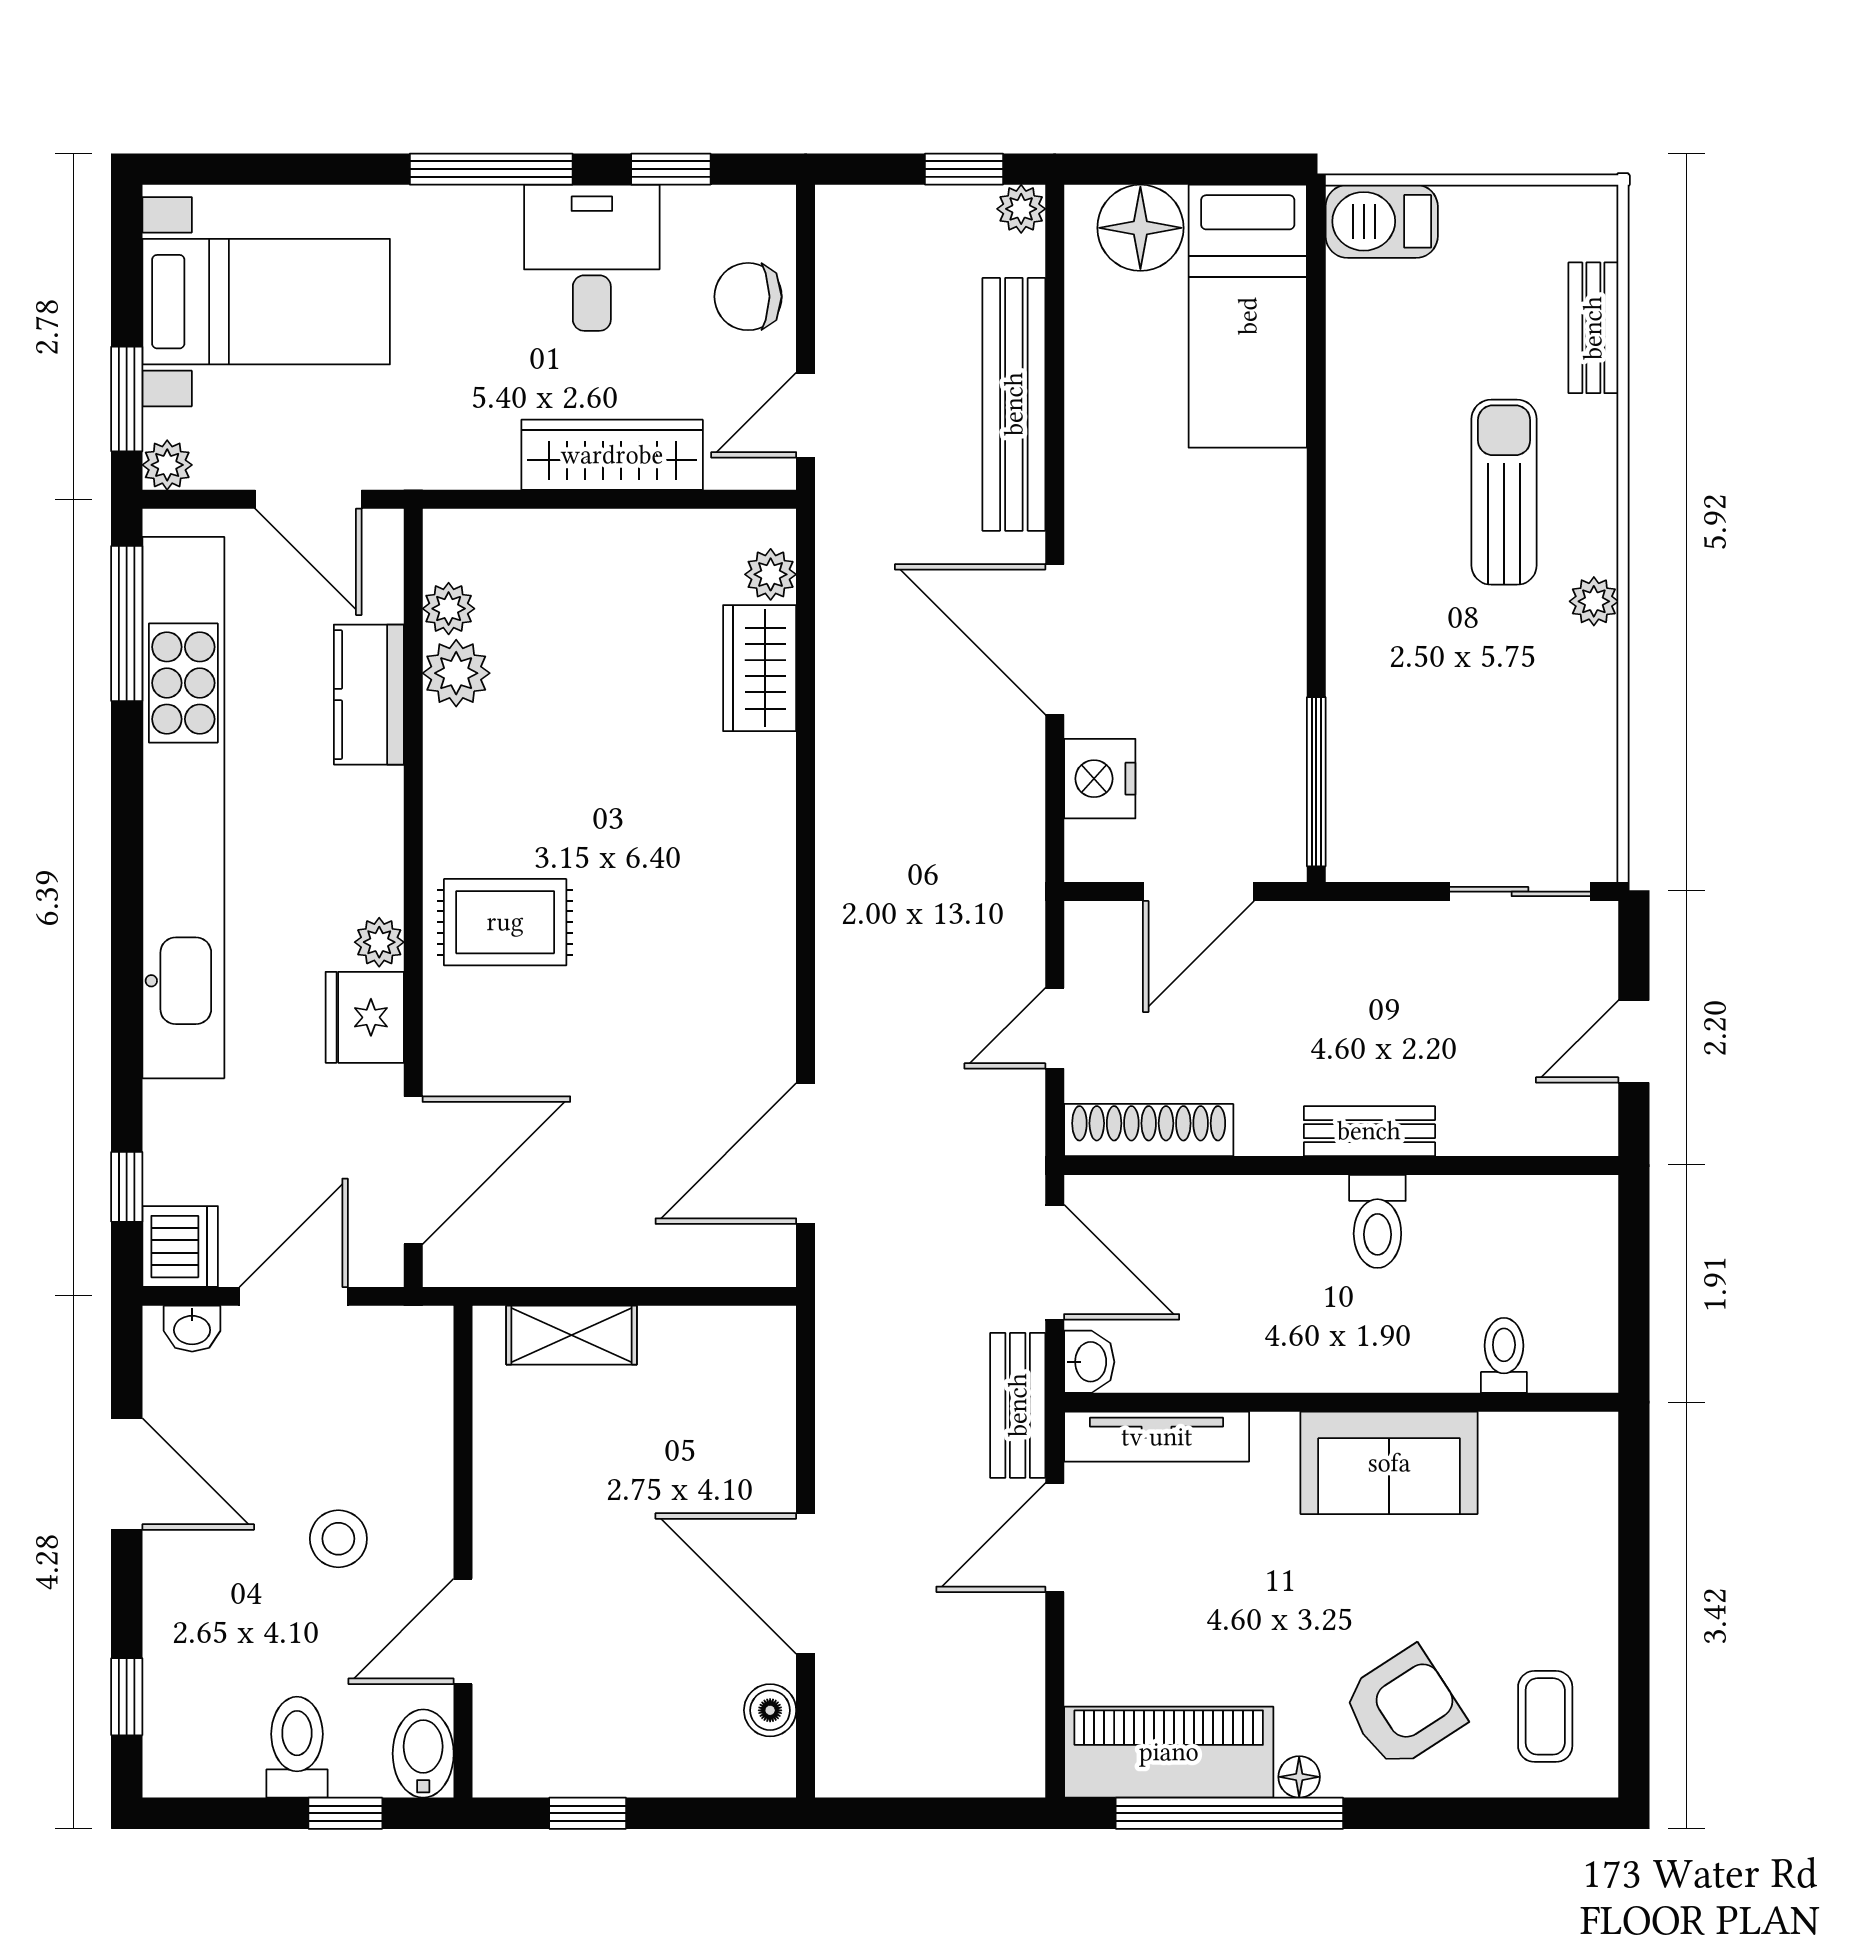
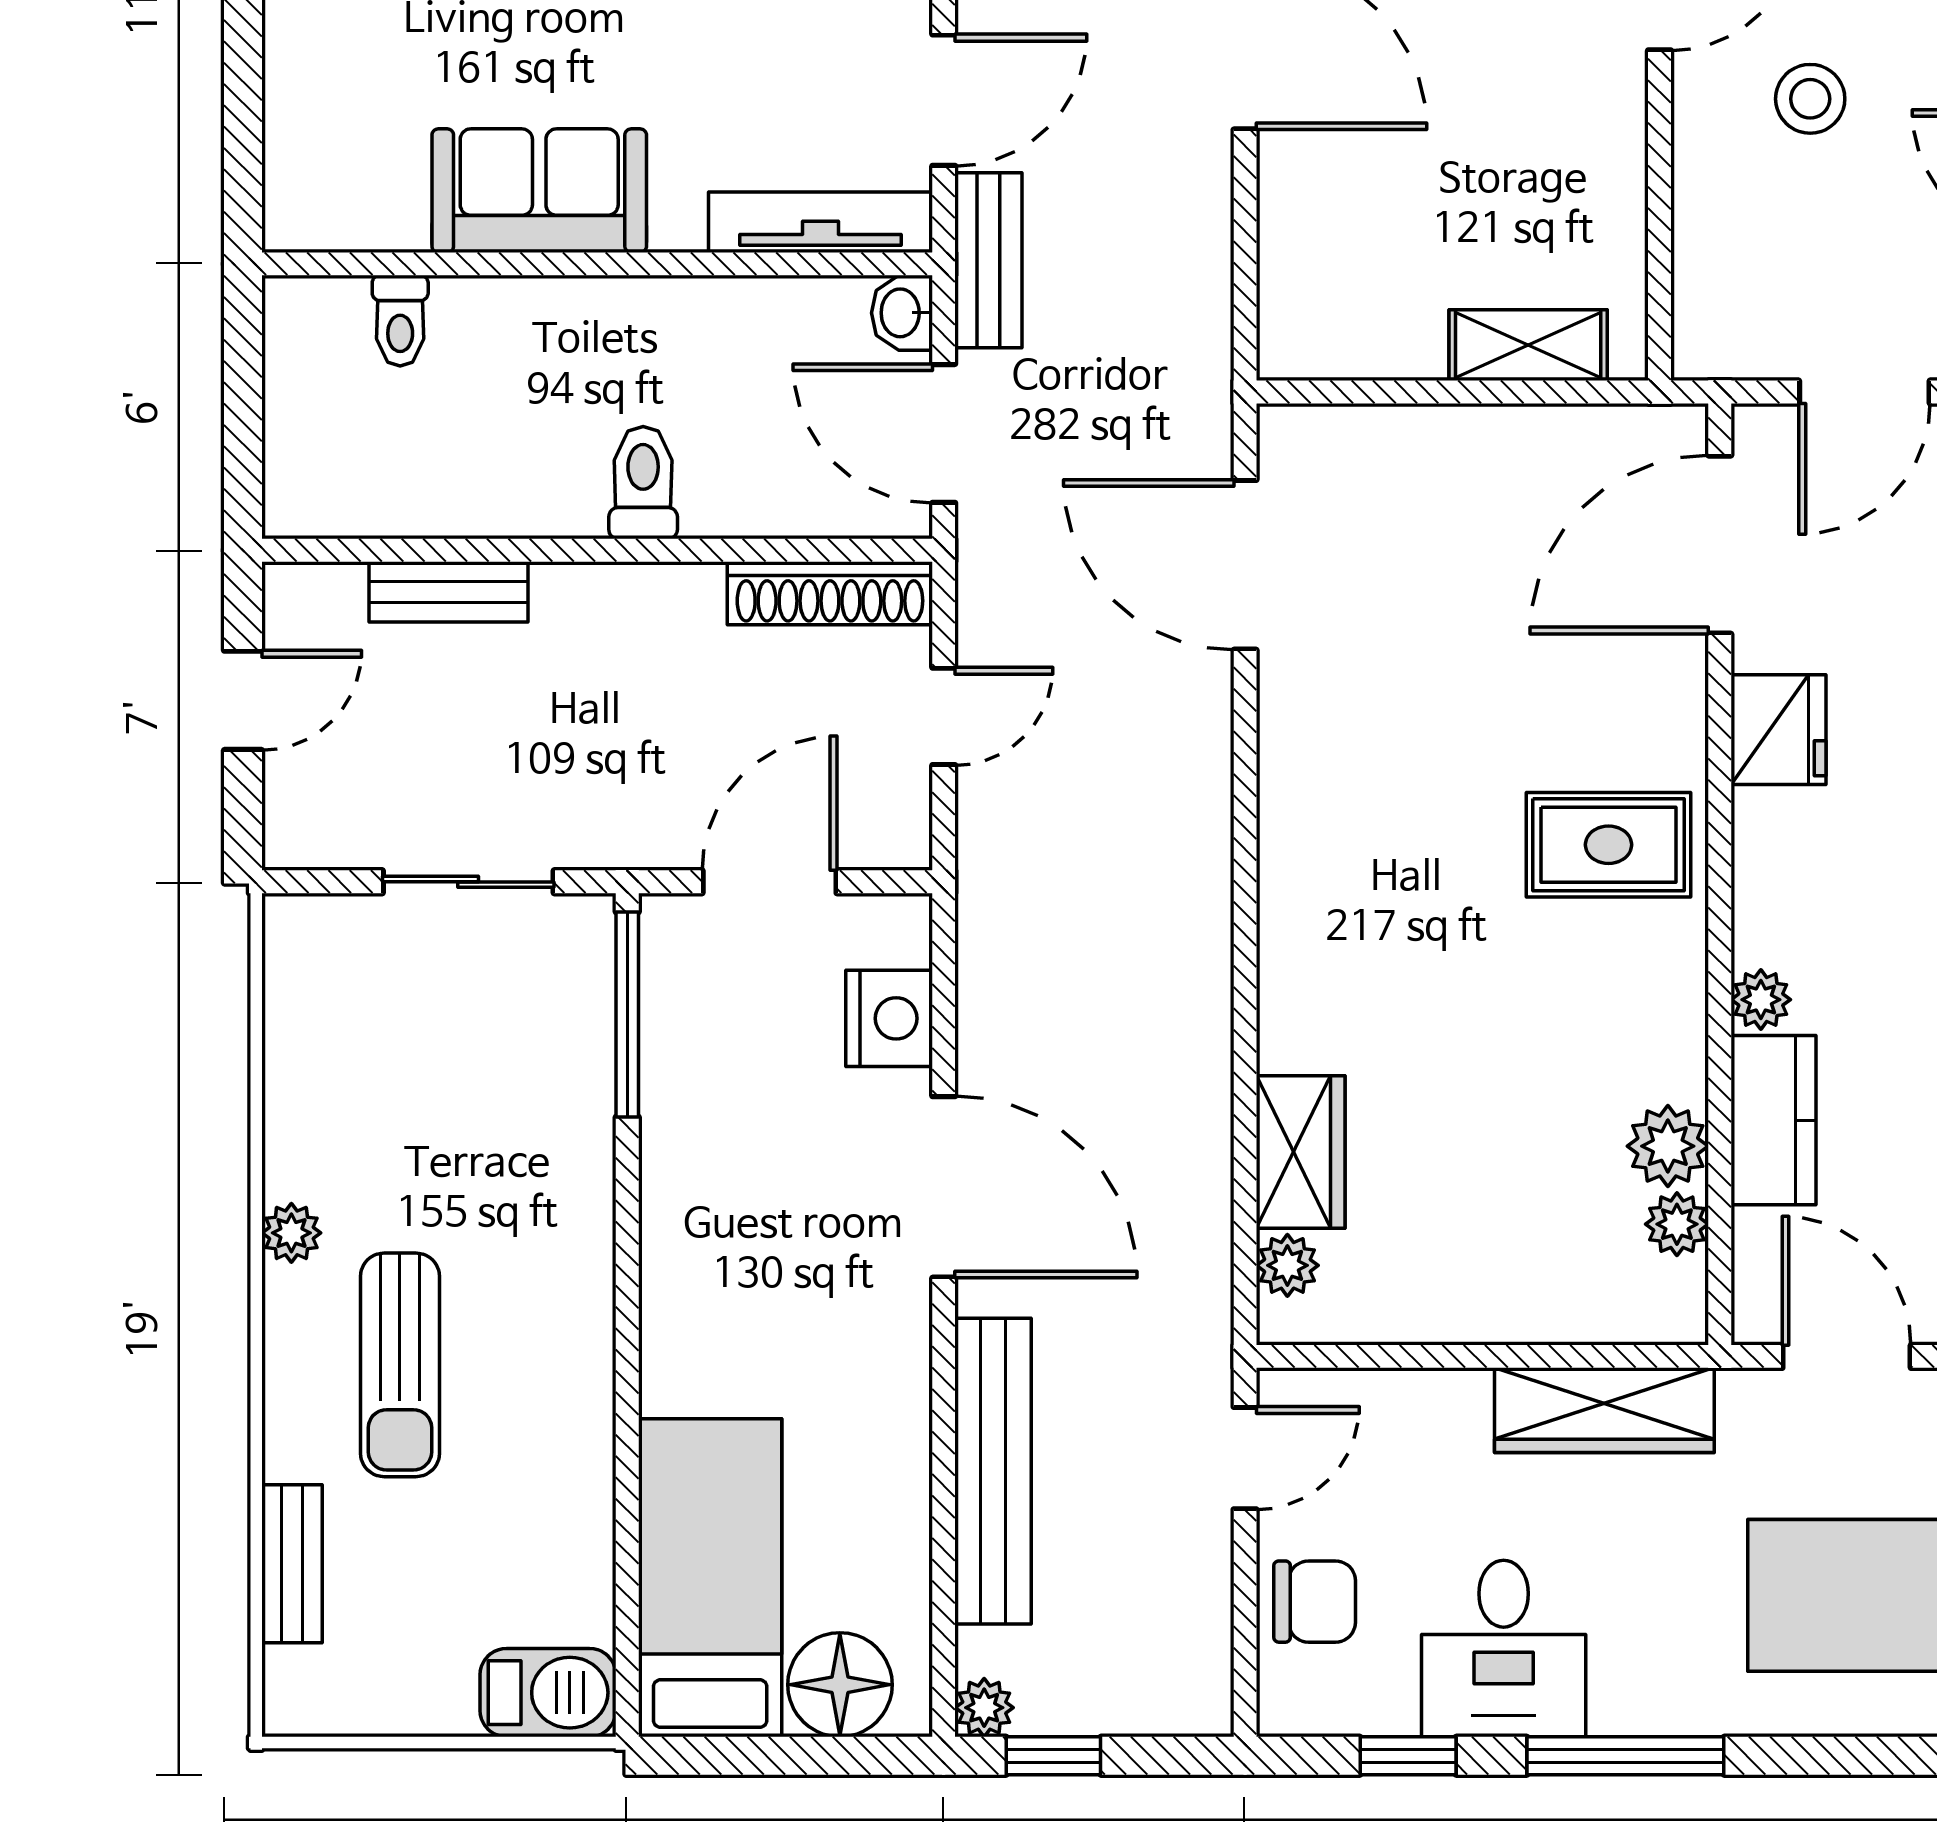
wardrobe: (612, 455) -> (1604, 1410), moved
sliding door: (1520, 892) -> (468, 882), moved
plant: (379, 942) -> (1761, 1000), moved
bench: (1369, 1131) -> (448, 592), moved
door: (806, 1154) -> (1245, 565), swing flipped
toilet: (1377, 1221) -> (643, 483), moved

